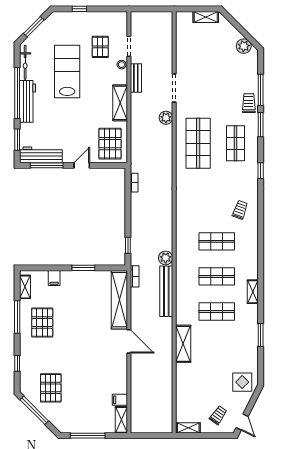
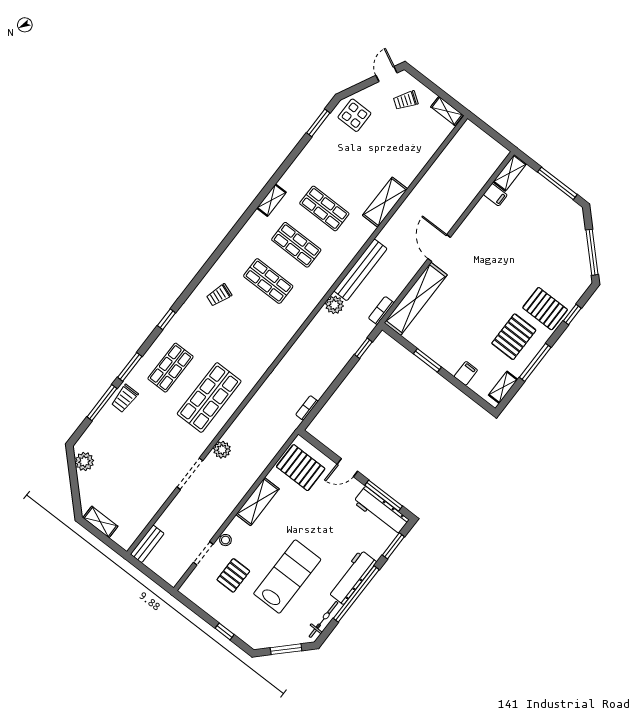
lab bench: (67, 71) -> (287, 577), turned 180
bench: (136, 78) -> (147, 544), moved
pallet: (110, 144) -> (301, 468), turned 90
window: (261, 335) -> (318, 123), moved
pallet: (51, 388) -> (545, 309), moved, turned 90

